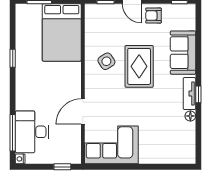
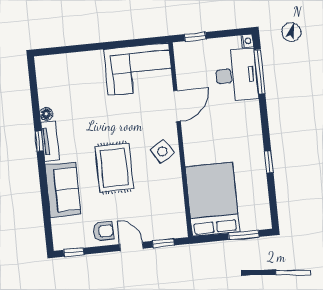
side table: (106, 61) -> (162, 151), moved

